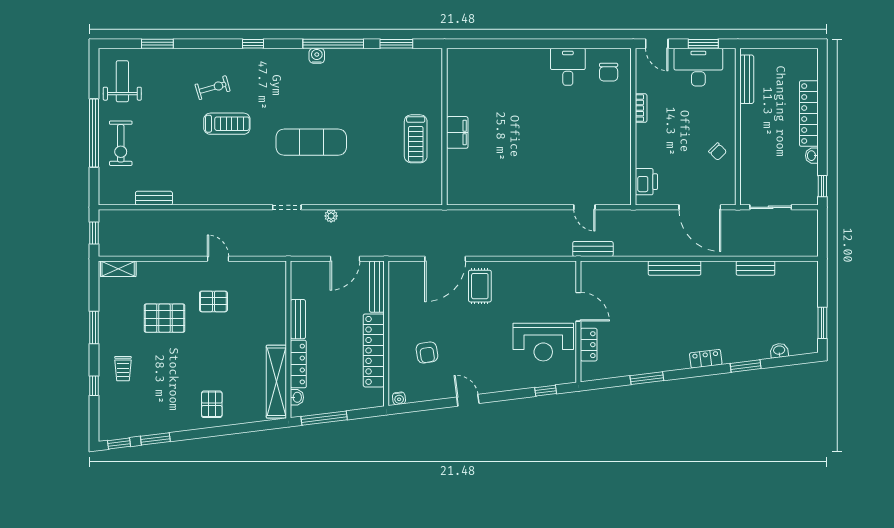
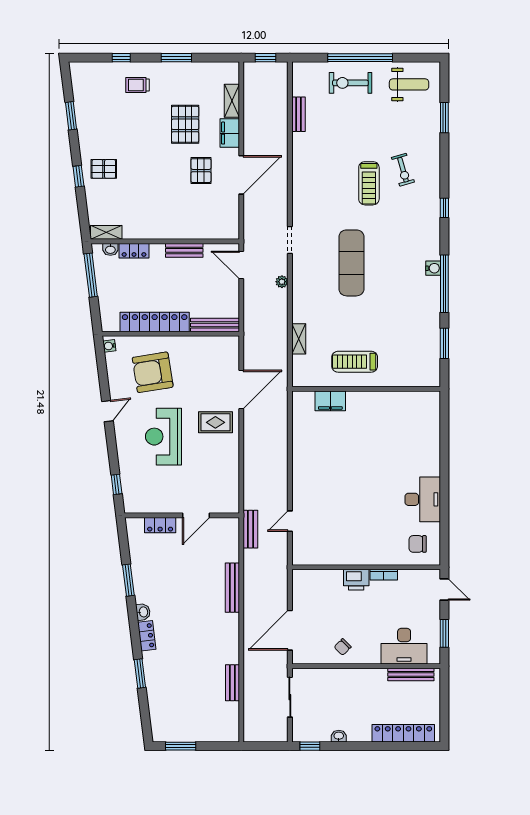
door: (657, 44) -> (444, 590), swing flipped
desk: (568, 67) -> (423, 499), width x1.37
desk: (698, 67) -> (404, 646), moved, turned 90
locker: (809, 114) -> (403, 733), moved
filing cabinet: (457, 132) -> (330, 401), moved
printer: (646, 182) -> (356, 580), moved
shelving: (392, 198) -> (299, 339), added
door: (218, 259) -> (241, 175), width x1.88
door: (345, 259) -> (241, 265), moved
door: (445, 259) -> (241, 390), swing flipped
bench: (675, 268) -> (232, 588), moved
shelving: (118, 269) -> (232, 101), moved
filing cabinet: (174, 271) -> (230, 133), added
reception desk: (543, 342) -> (163, 437), moved
washbasin: (779, 351) -> (143, 612), moved
armchair: (427, 353) -> (153, 372), width x1.88, depth x1.88
locker: (298, 364) -> (134, 251), width x0.66
shelving: (276, 382) -> (106, 232), width x0.45, depth x0.75
window: (119, 443) -> (78, 176), moved

